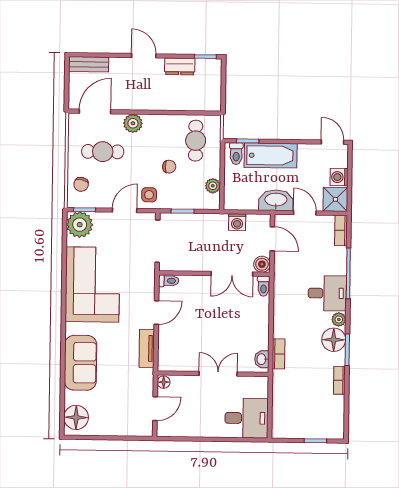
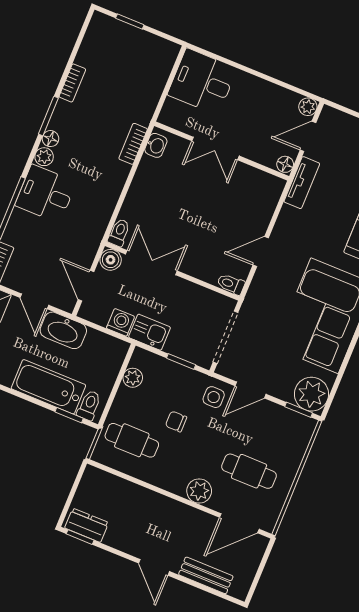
bench: (89, 64) -> (206, 575), moved
dresser: (180, 66) -> (87, 525), moved
cafe table: (196, 141) -> (132, 440), turned 90
chair: (81, 184) -> (291, 442), removed
kitchen sink: (214, 223) -> (149, 332), added
floor lamp: (334, 340) -> (50, 139), width x0.53, depth x0.53
tv unit: (147, 348) -> (302, 183), moved
plant: (164, 430) -> (308, 107), added

